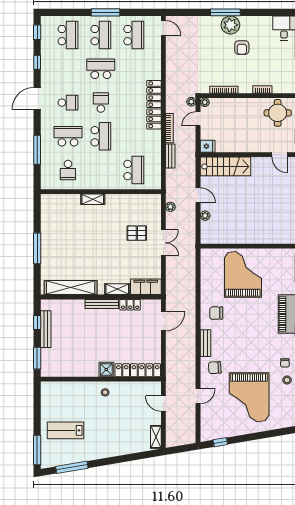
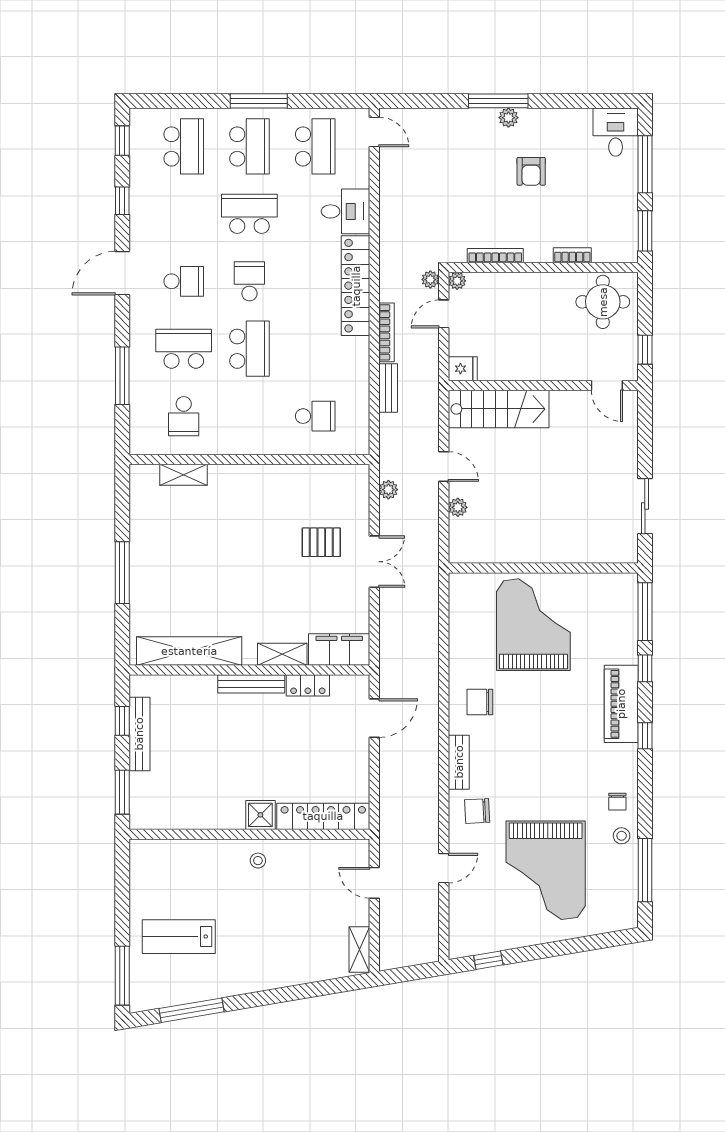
plant: (230, 25) -> (508, 118), width x0.53, depth x0.53
desk: (149, 68) -> (346, 211), added
school desk: (134, 170) -> (315, 416), width x0.54
shelving: (93, 199) -> (183, 475), moved

